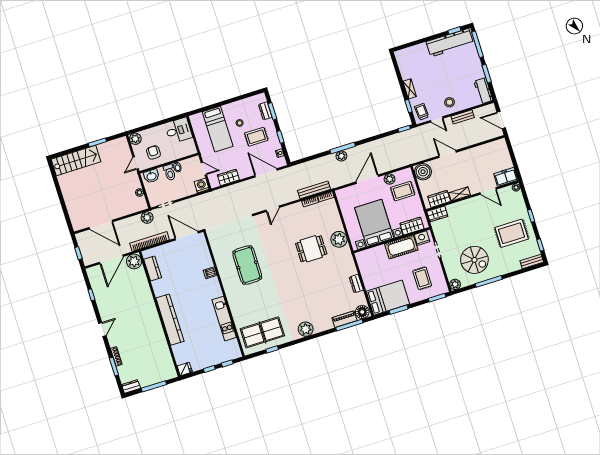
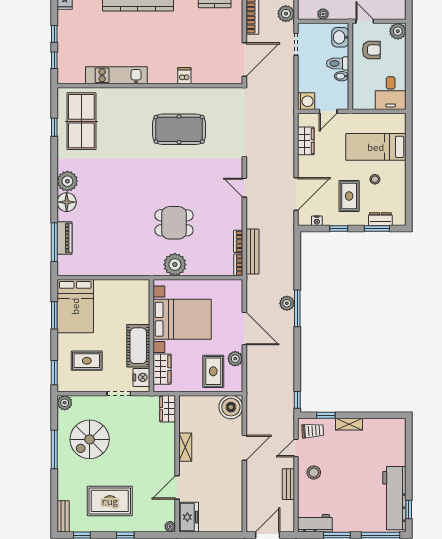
wardrobe: (439, 199) -> (187, 417), removed
rug: (512, 233) -> (110, 501), turned 90
dining table: (311, 249) -> (174, 223), turned 90
dresser: (356, 284) -> (108, 269), removed
floor lamp: (362, 312) -> (67, 202), moved

